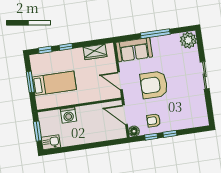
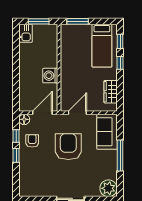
window: (30, 82) -> (78, 21), moved
bed: (54, 83) -> (102, 46), moved
washing machine: (68, 115) -> (50, 76), moved

